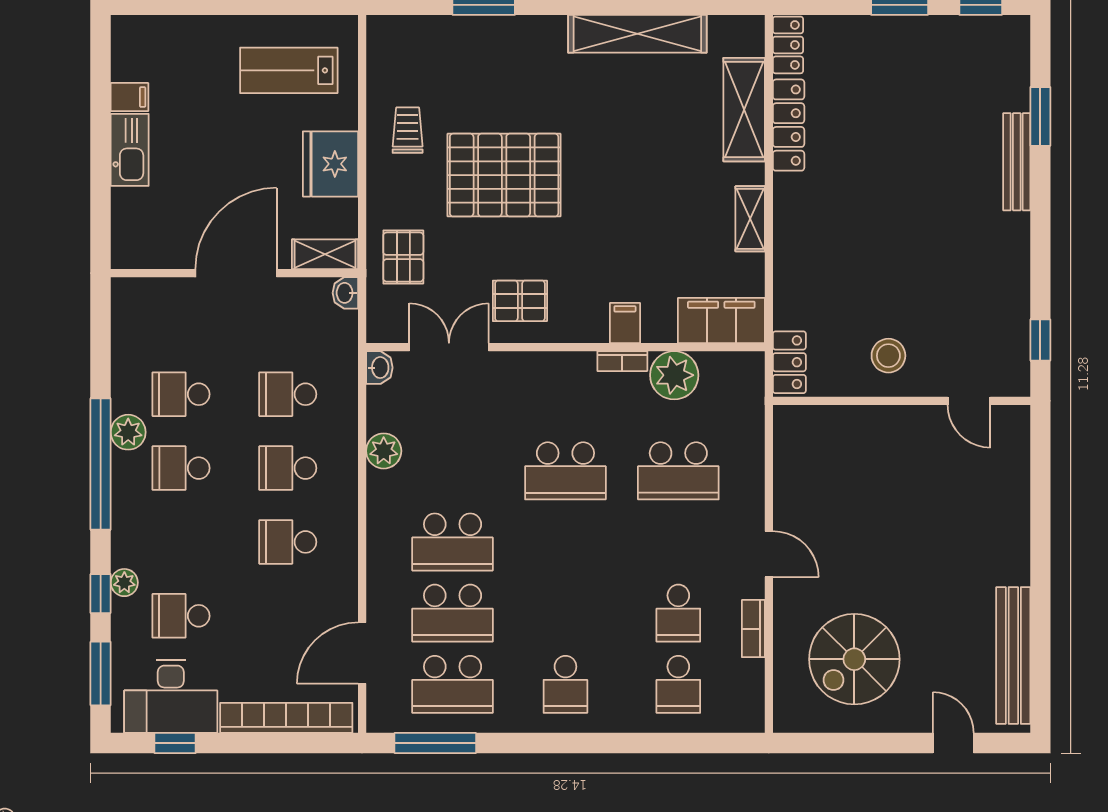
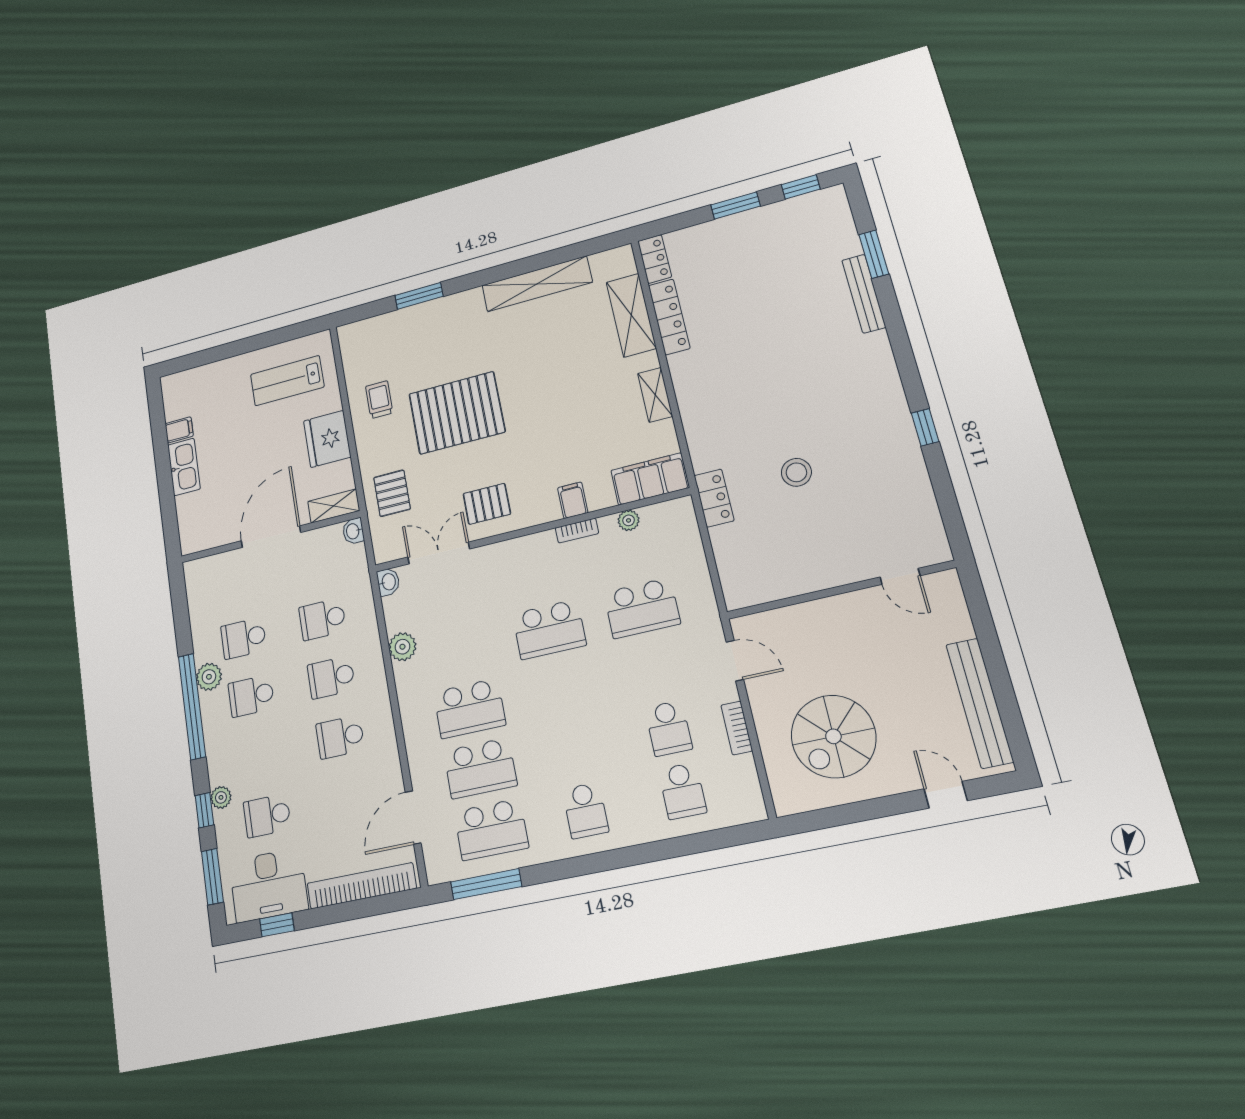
plant: (674, 375) -> (629, 520), width x0.53, depth x0.53
wall: (902, 401) -> (840, 590), moved
door: (969, 401) -> (900, 576), moved

